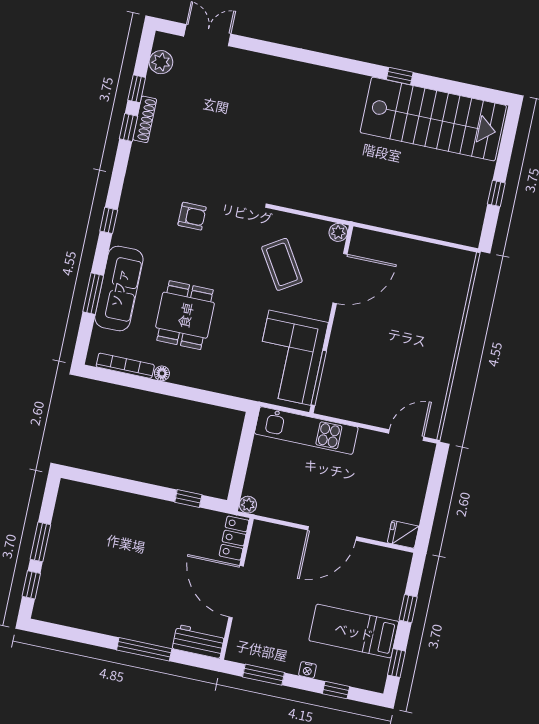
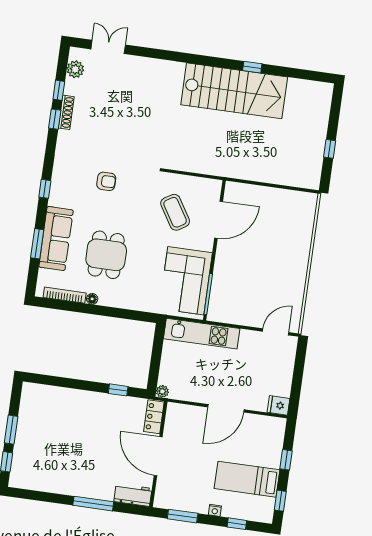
stairs: (433, 119) -> (234, 91), moved
plant: (338, 232) -> (215, 186), removed

